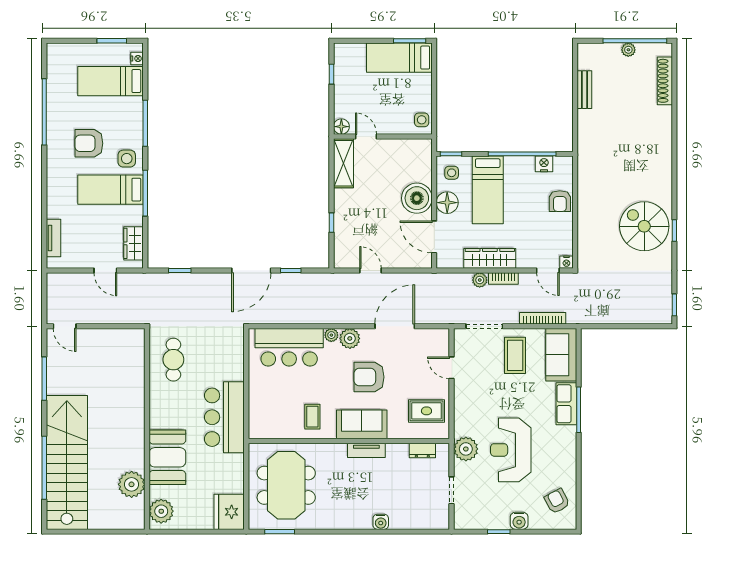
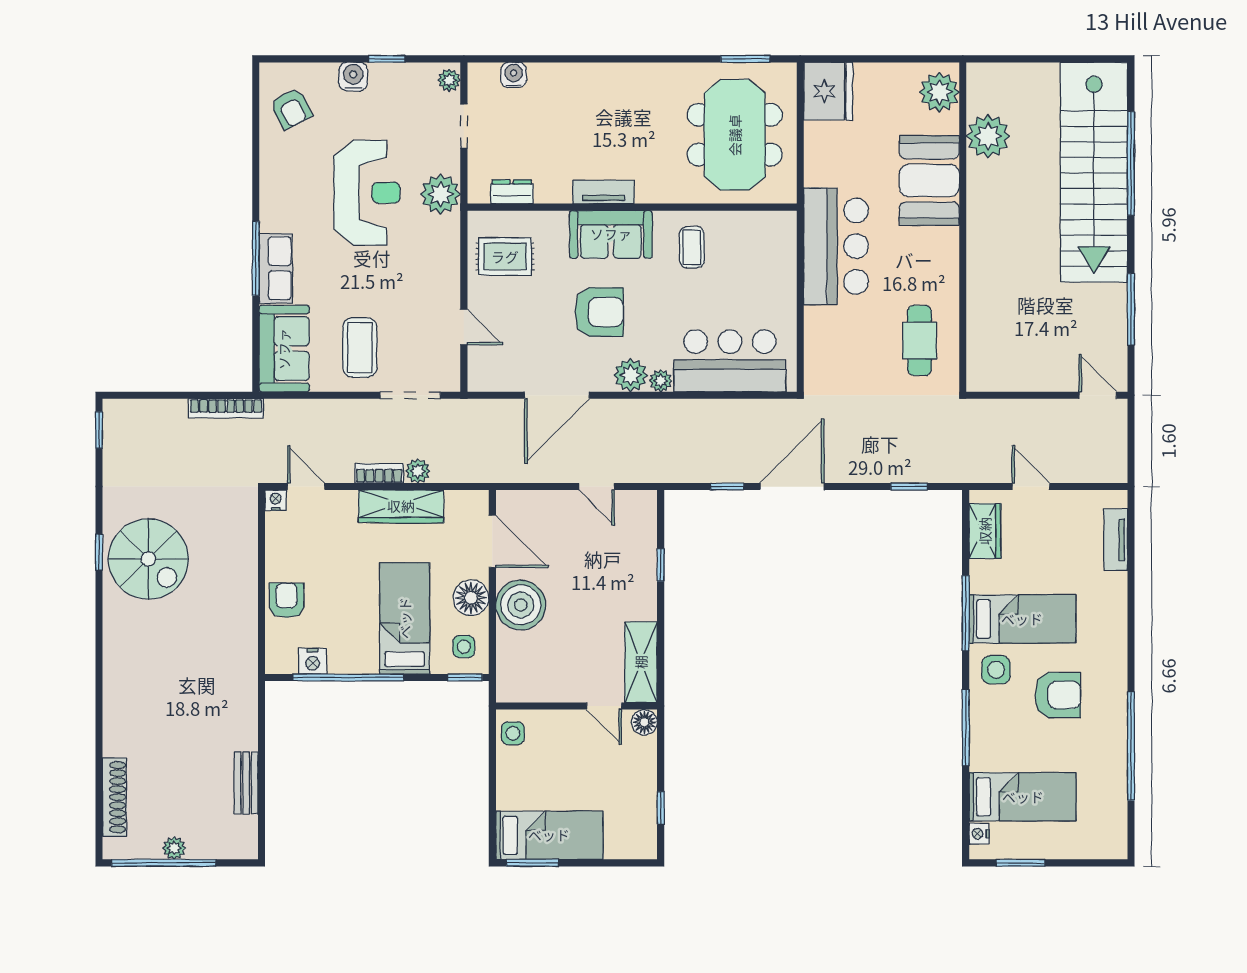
bookcase: (543, 318) -> (226, 408), moved
plant: (460, 519) -> (449, 80), added
water cooler: (381, 522) -> (514, 75), moved

